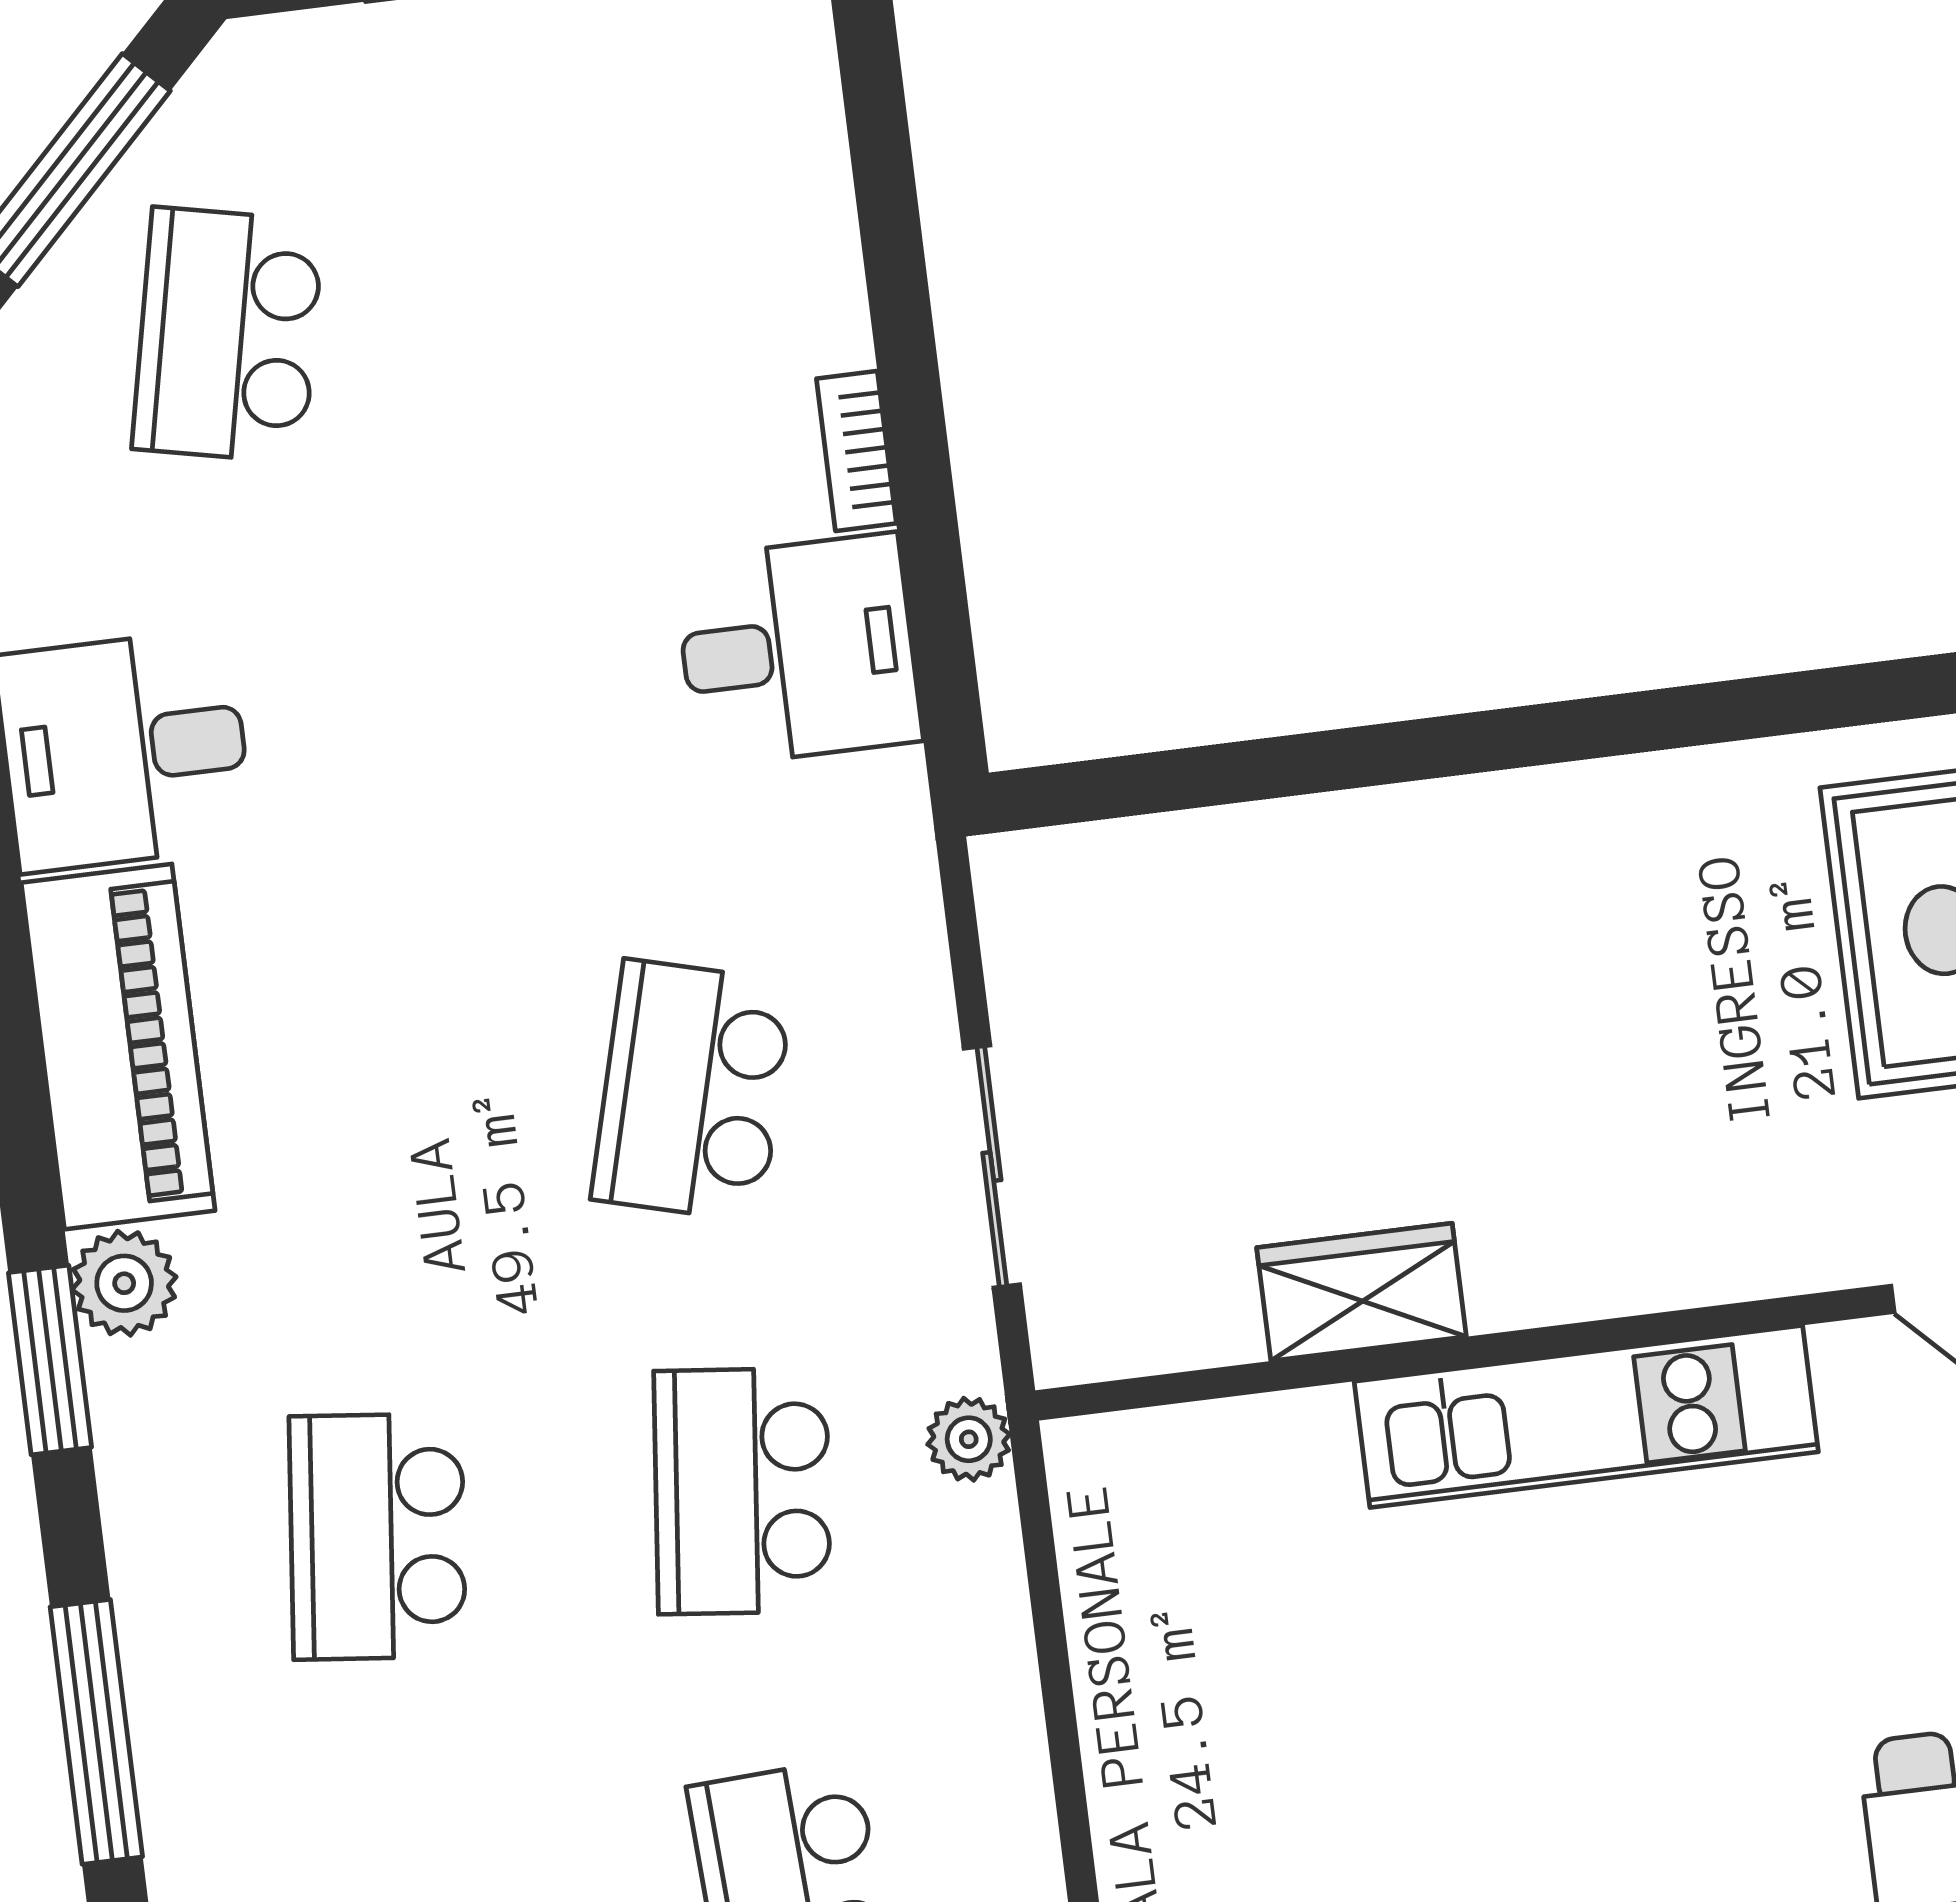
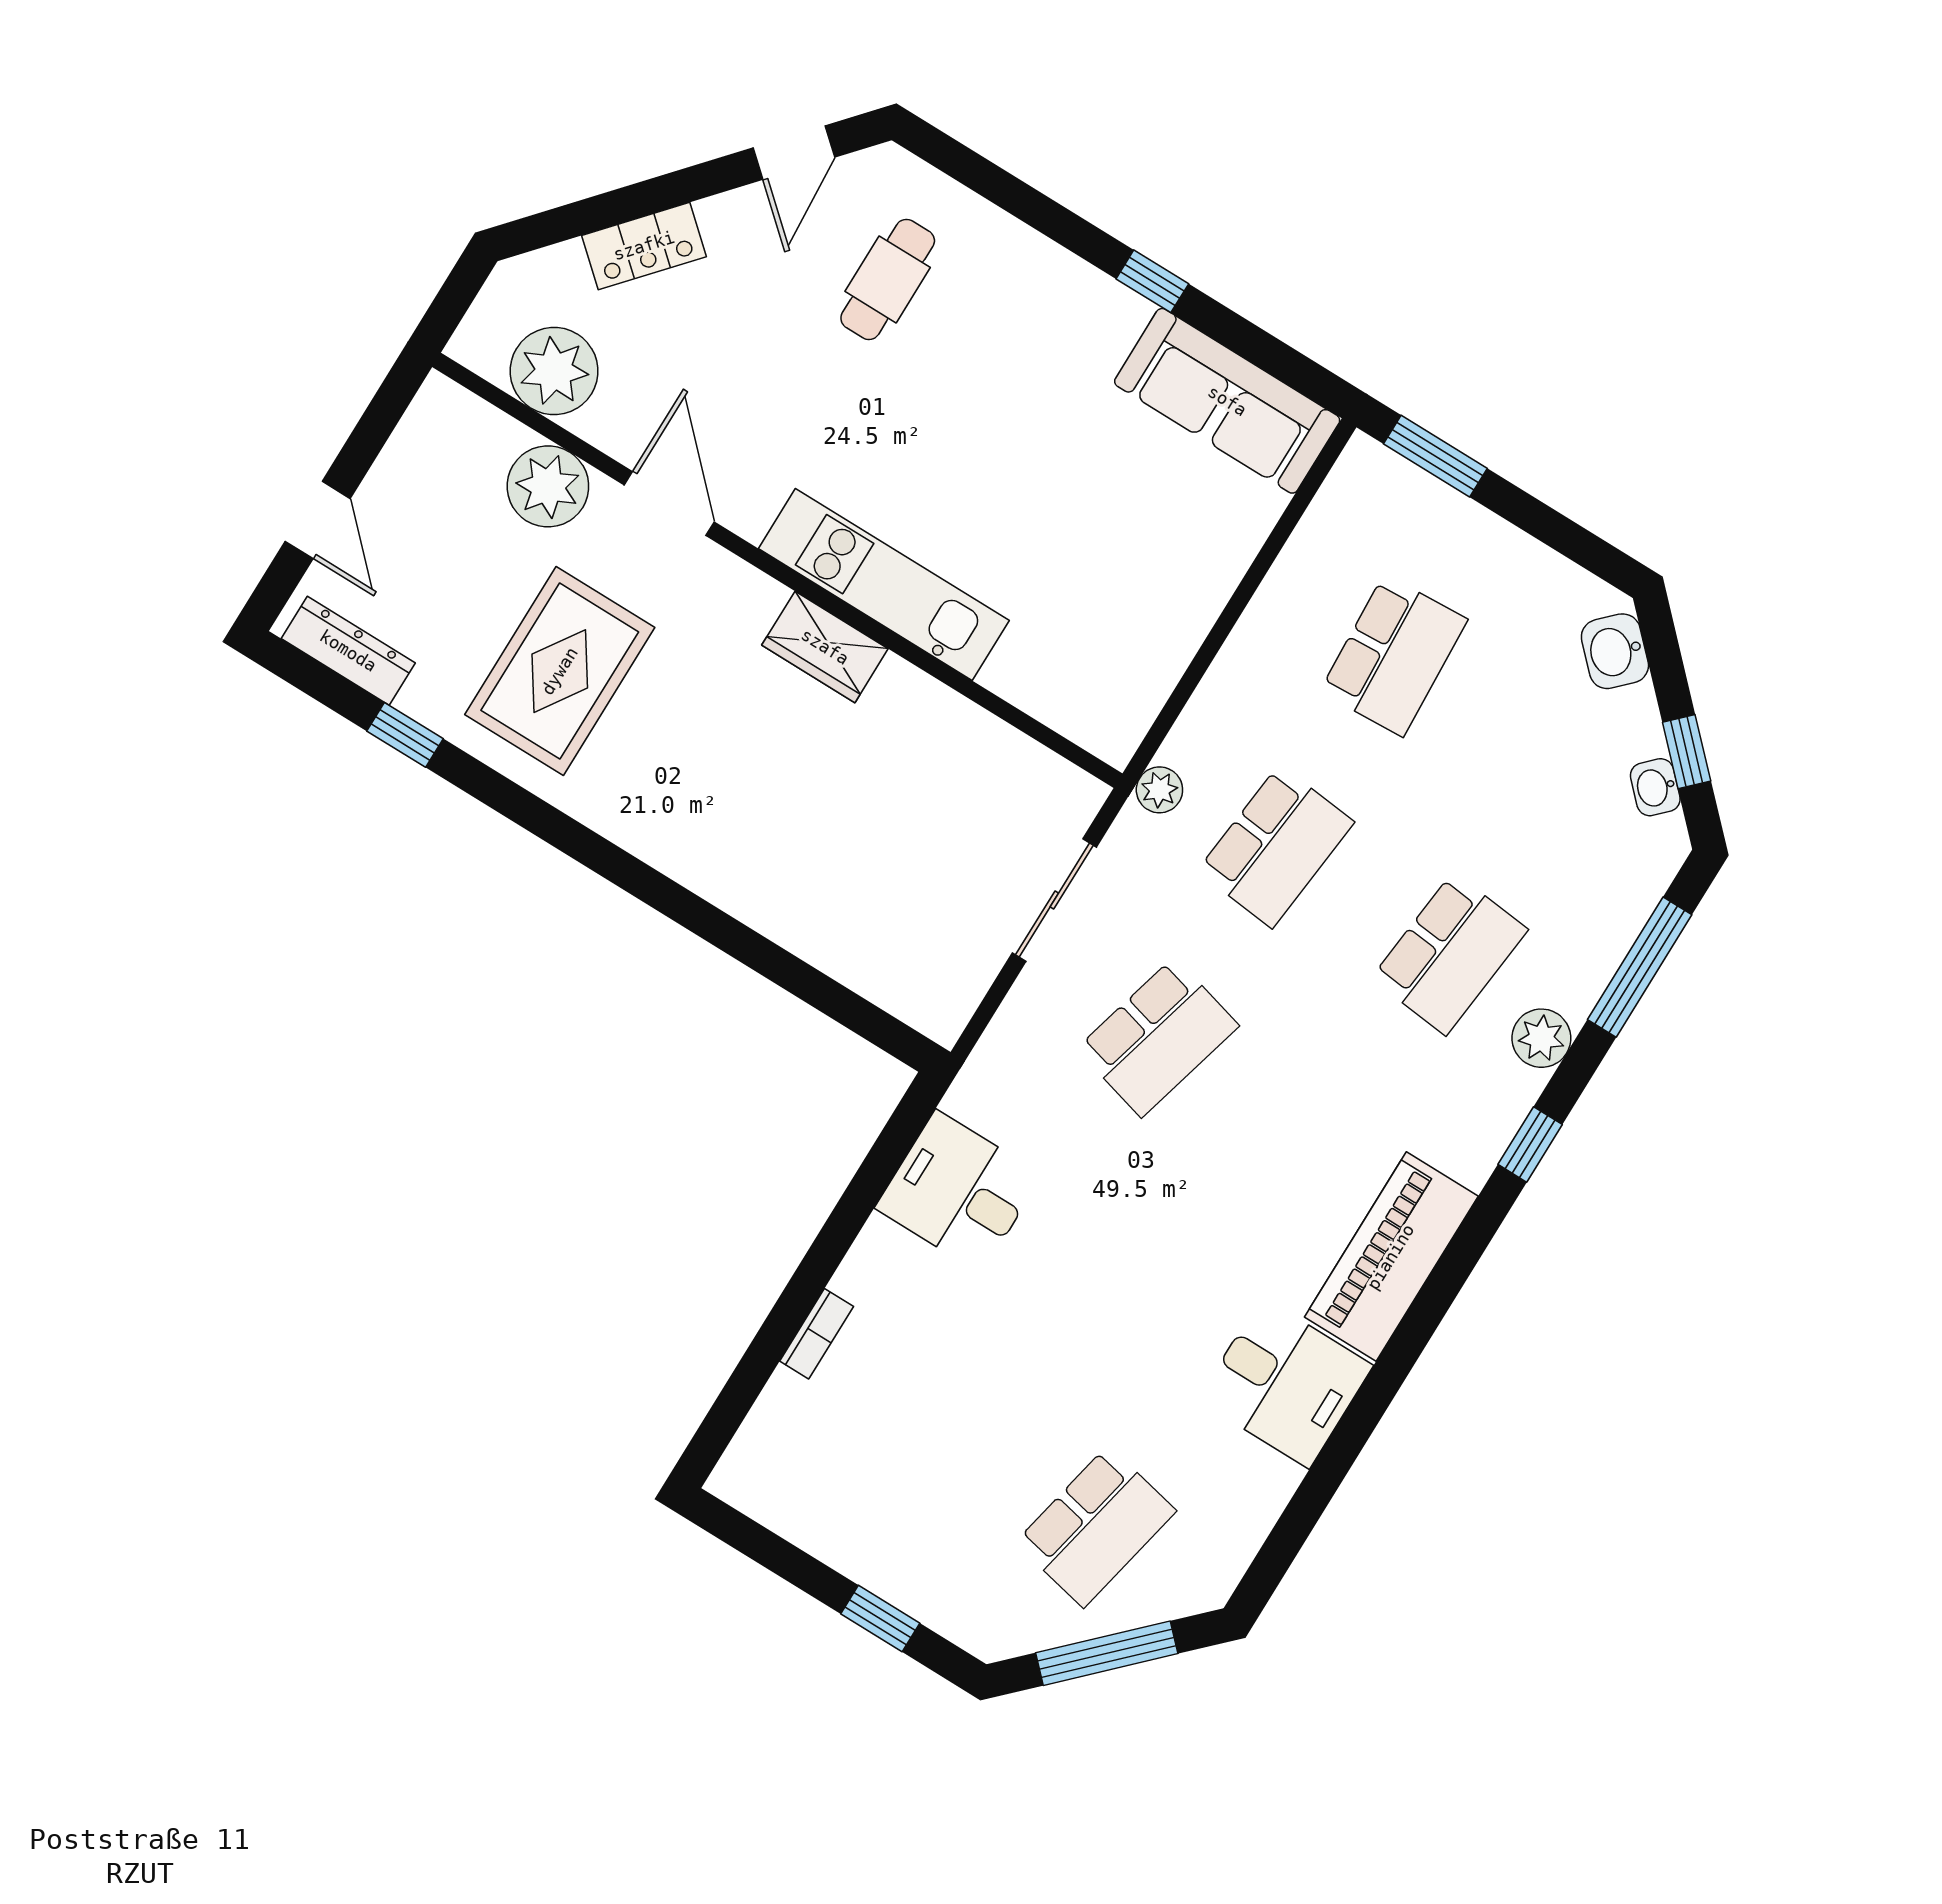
bookcase: (856, 451) -> (817, 1334), moved
plant: (124, 1283) -> (1541, 1038), moved
wardrobe: (1362, 1292) -> (825, 647), moved
window: (50, 1360) -> (1530, 1144), width x0.67

